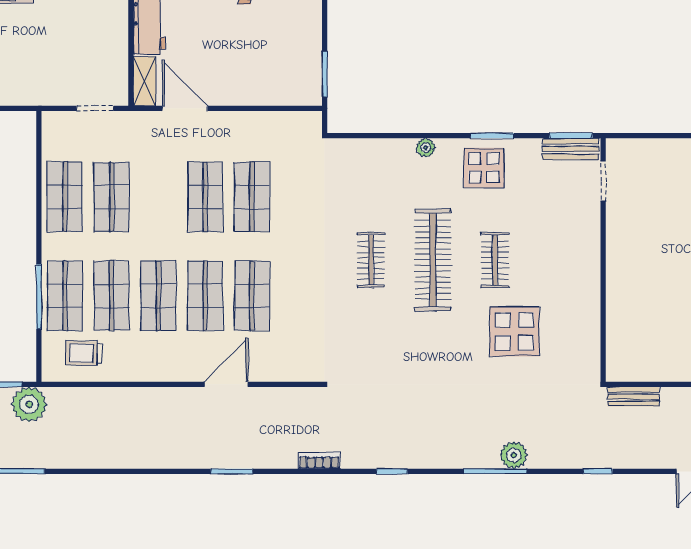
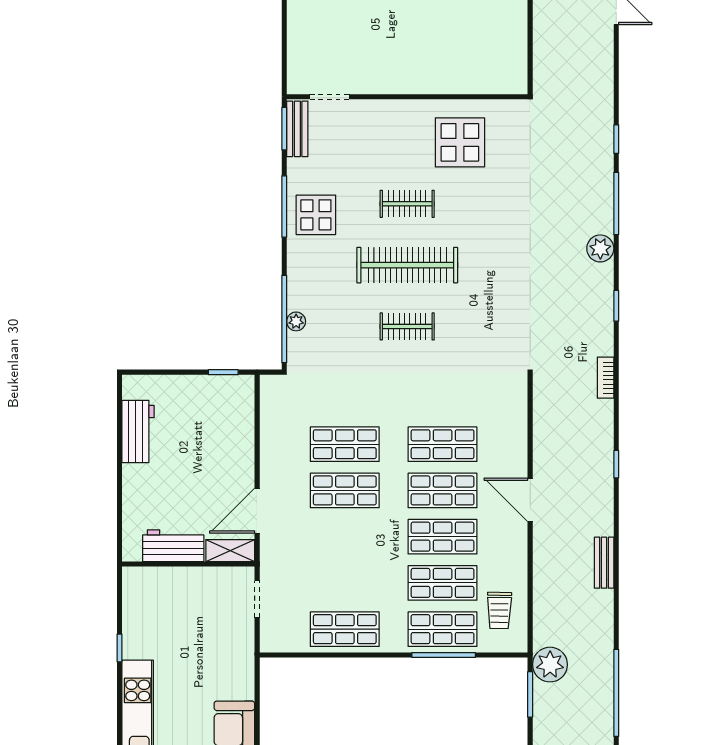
window: (325, 74) -> (223, 372), width x0.67
window: (378, 136) -> (284, 319), added
window: (492, 136) -> (284, 206), width x1.44
plant: (426, 148) -> (296, 321), moved
shop shelf: (112, 197) -> (345, 583), removed
display table: (514, 331) -> (460, 142), moved
door: (226, 384) -> (530, 500), moved
bench: (633, 397) -> (604, 563), moved
plant: (514, 455) -> (600, 248), moved
window: (232, 471) -> (616, 464), width x0.67
window: (598, 471) -> (616, 139), moved

